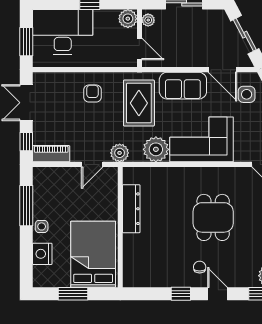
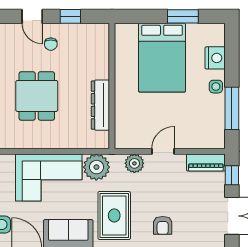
dresser: (131, 209) -> (100, 105), moved
wall: (120, 227) -> (112, 86), moved

